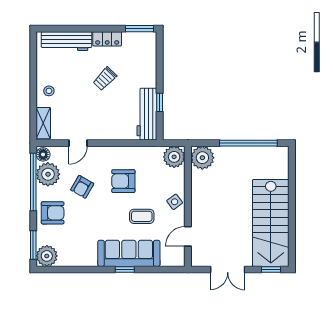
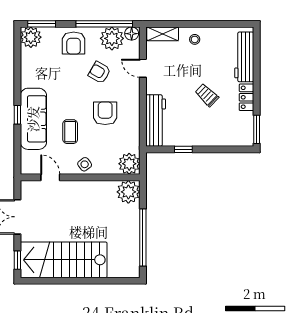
workbench: (147, 114) -> (156, 121), moved, turned 90

